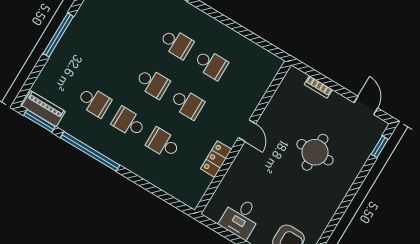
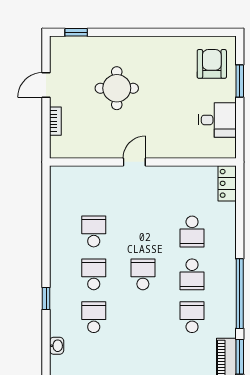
school desk: (187, 104) -> (94, 317), moved
door: (366, 105) -> (46, 85), moved
locker: (216, 159) -> (227, 183), moved, turned 90

